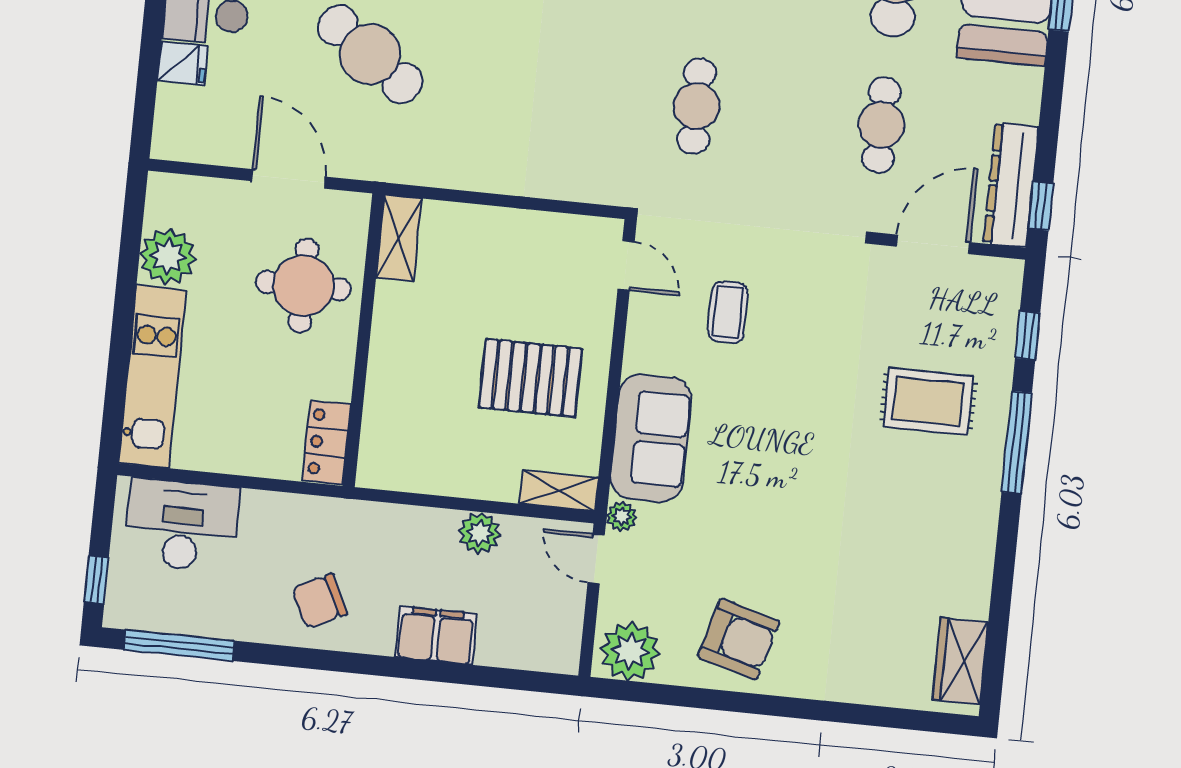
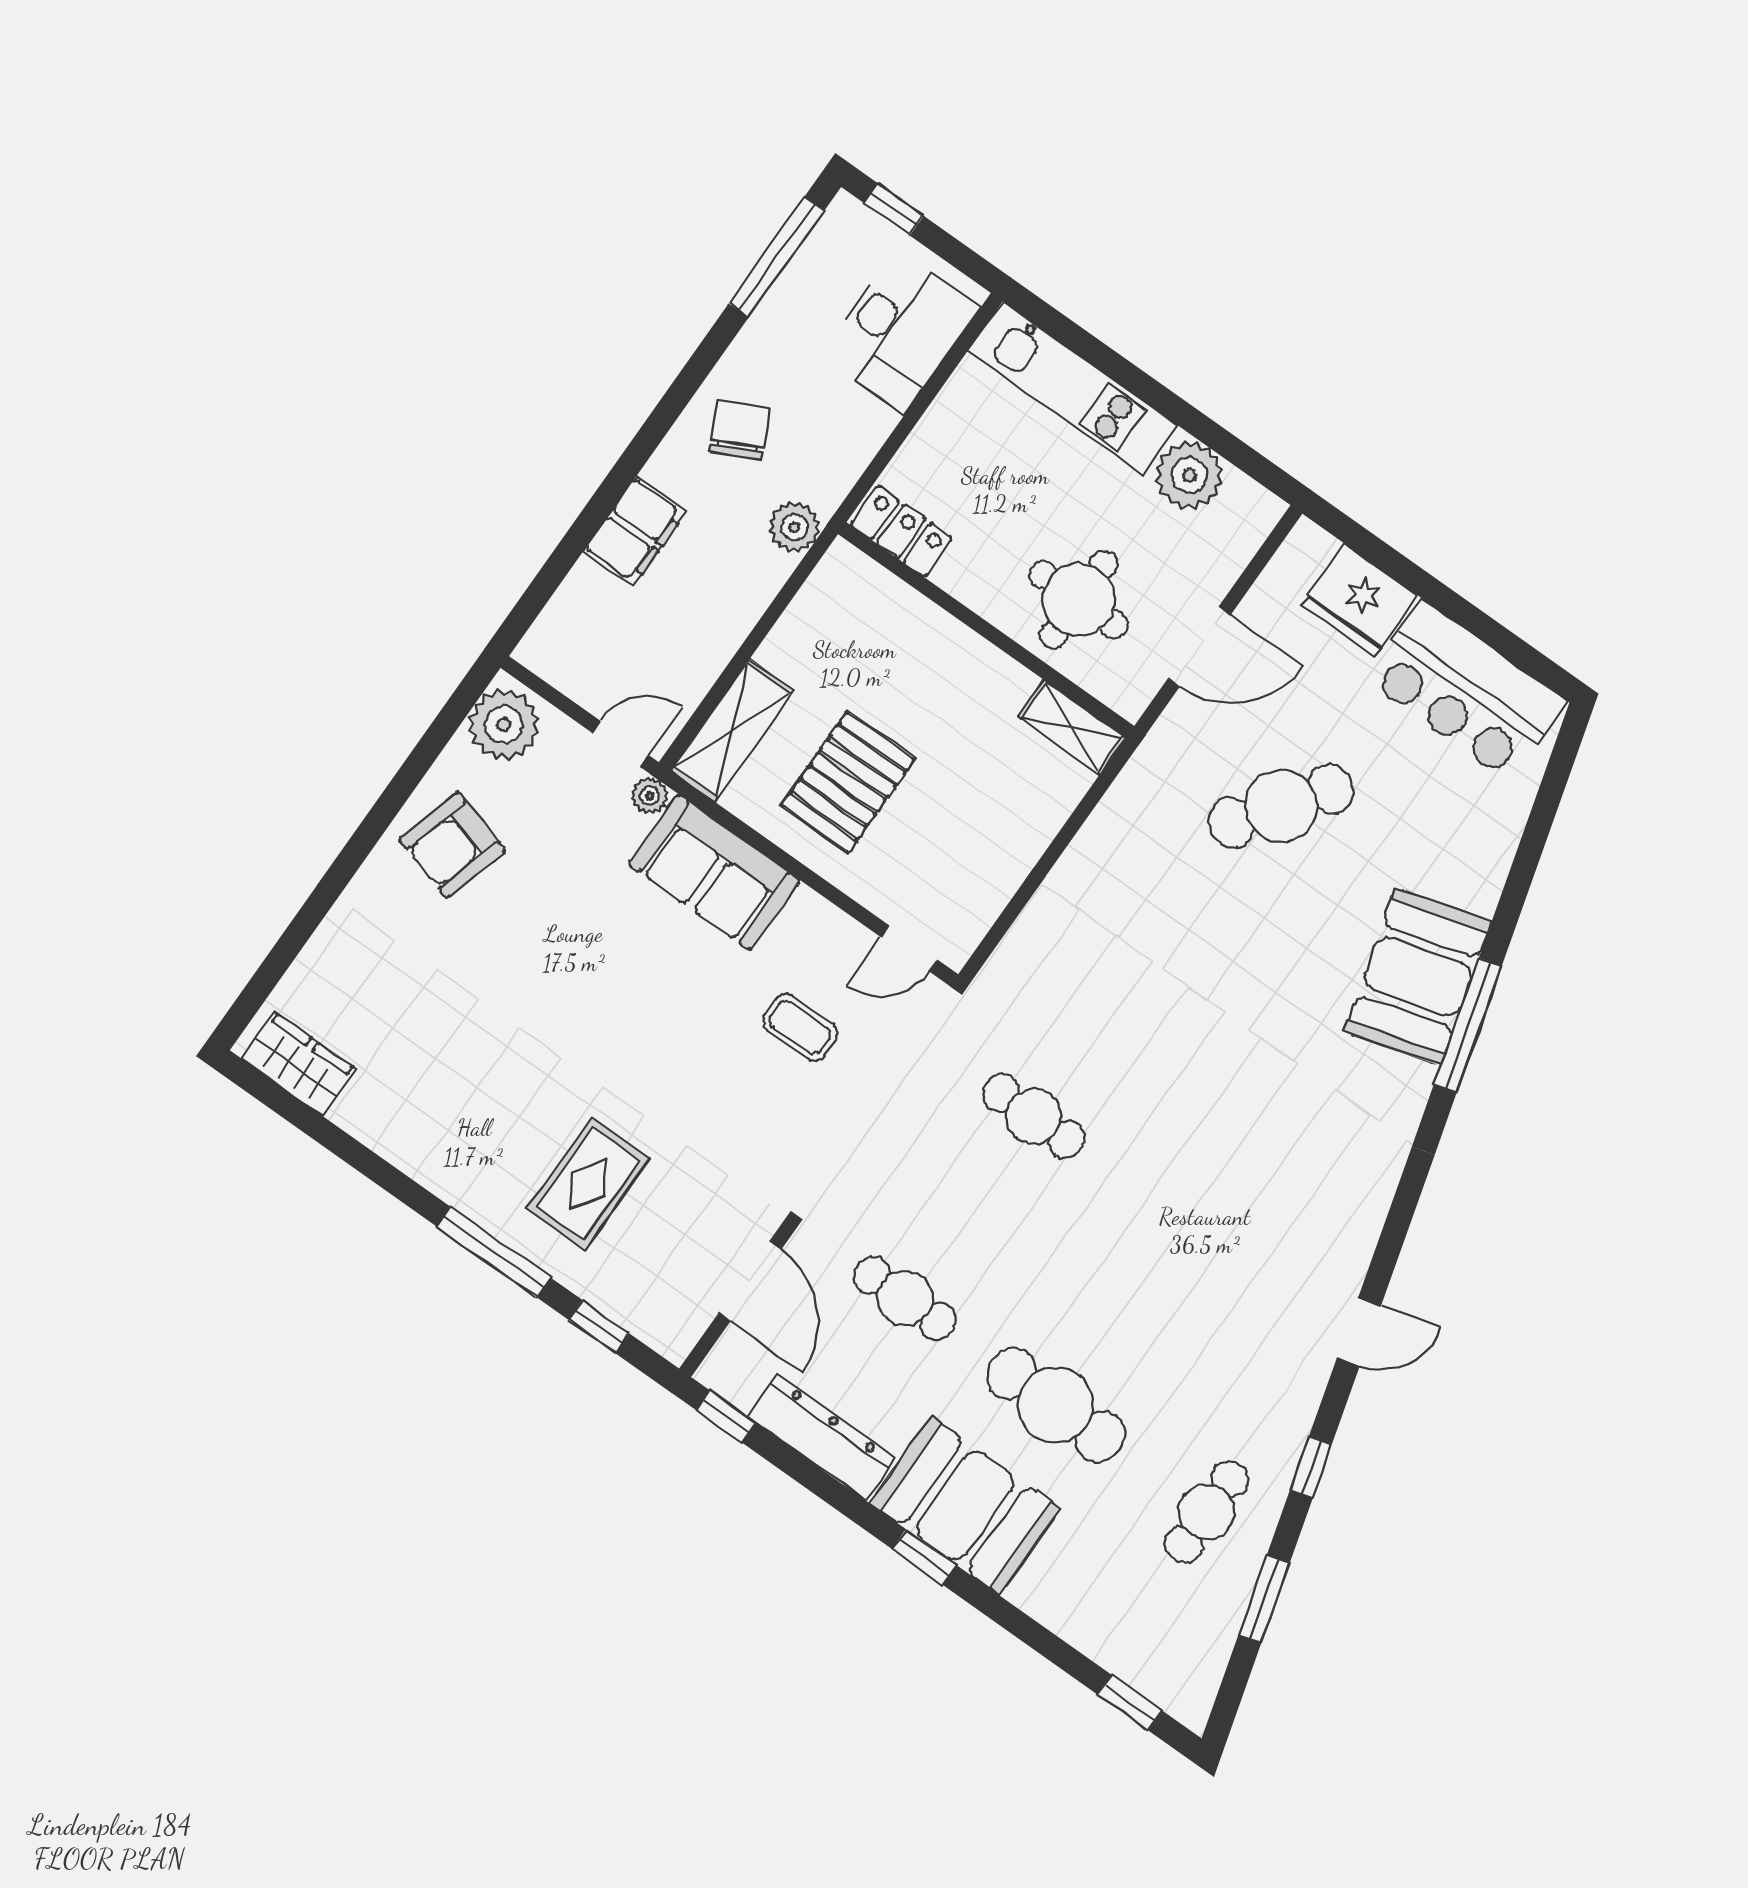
fridge: (183, 63) -> (1360, 600), width x1.88, depth x1.34
dresser: (1011, 185) -> (822, 1438), moved
shelving: (559, 491) -> (732, 731), width x1.50, depth x1.33
plant: (480, 533) -> (794, 527), moved

